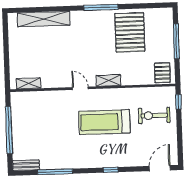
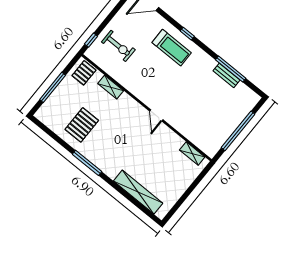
pallet: (130, 32) -> (82, 125), width x0.73, depth x0.71
shelving: (108, 80) -> (111, 87), moved
treadmill: (104, 122) -> (172, 48), moved, width x0.73, depth x0.73
bench: (26, 165) -> (226, 75), moved

